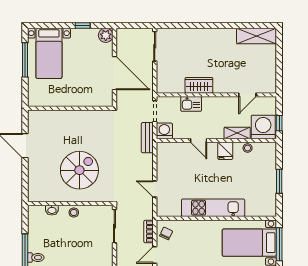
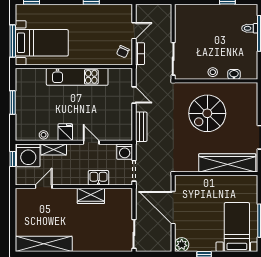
shelving: (257, 36) -> (44, 244), width x1.47
wardrobe: (59, 119) -> (227, 163), added
bench: (147, 138) -> (141, 127), moved

